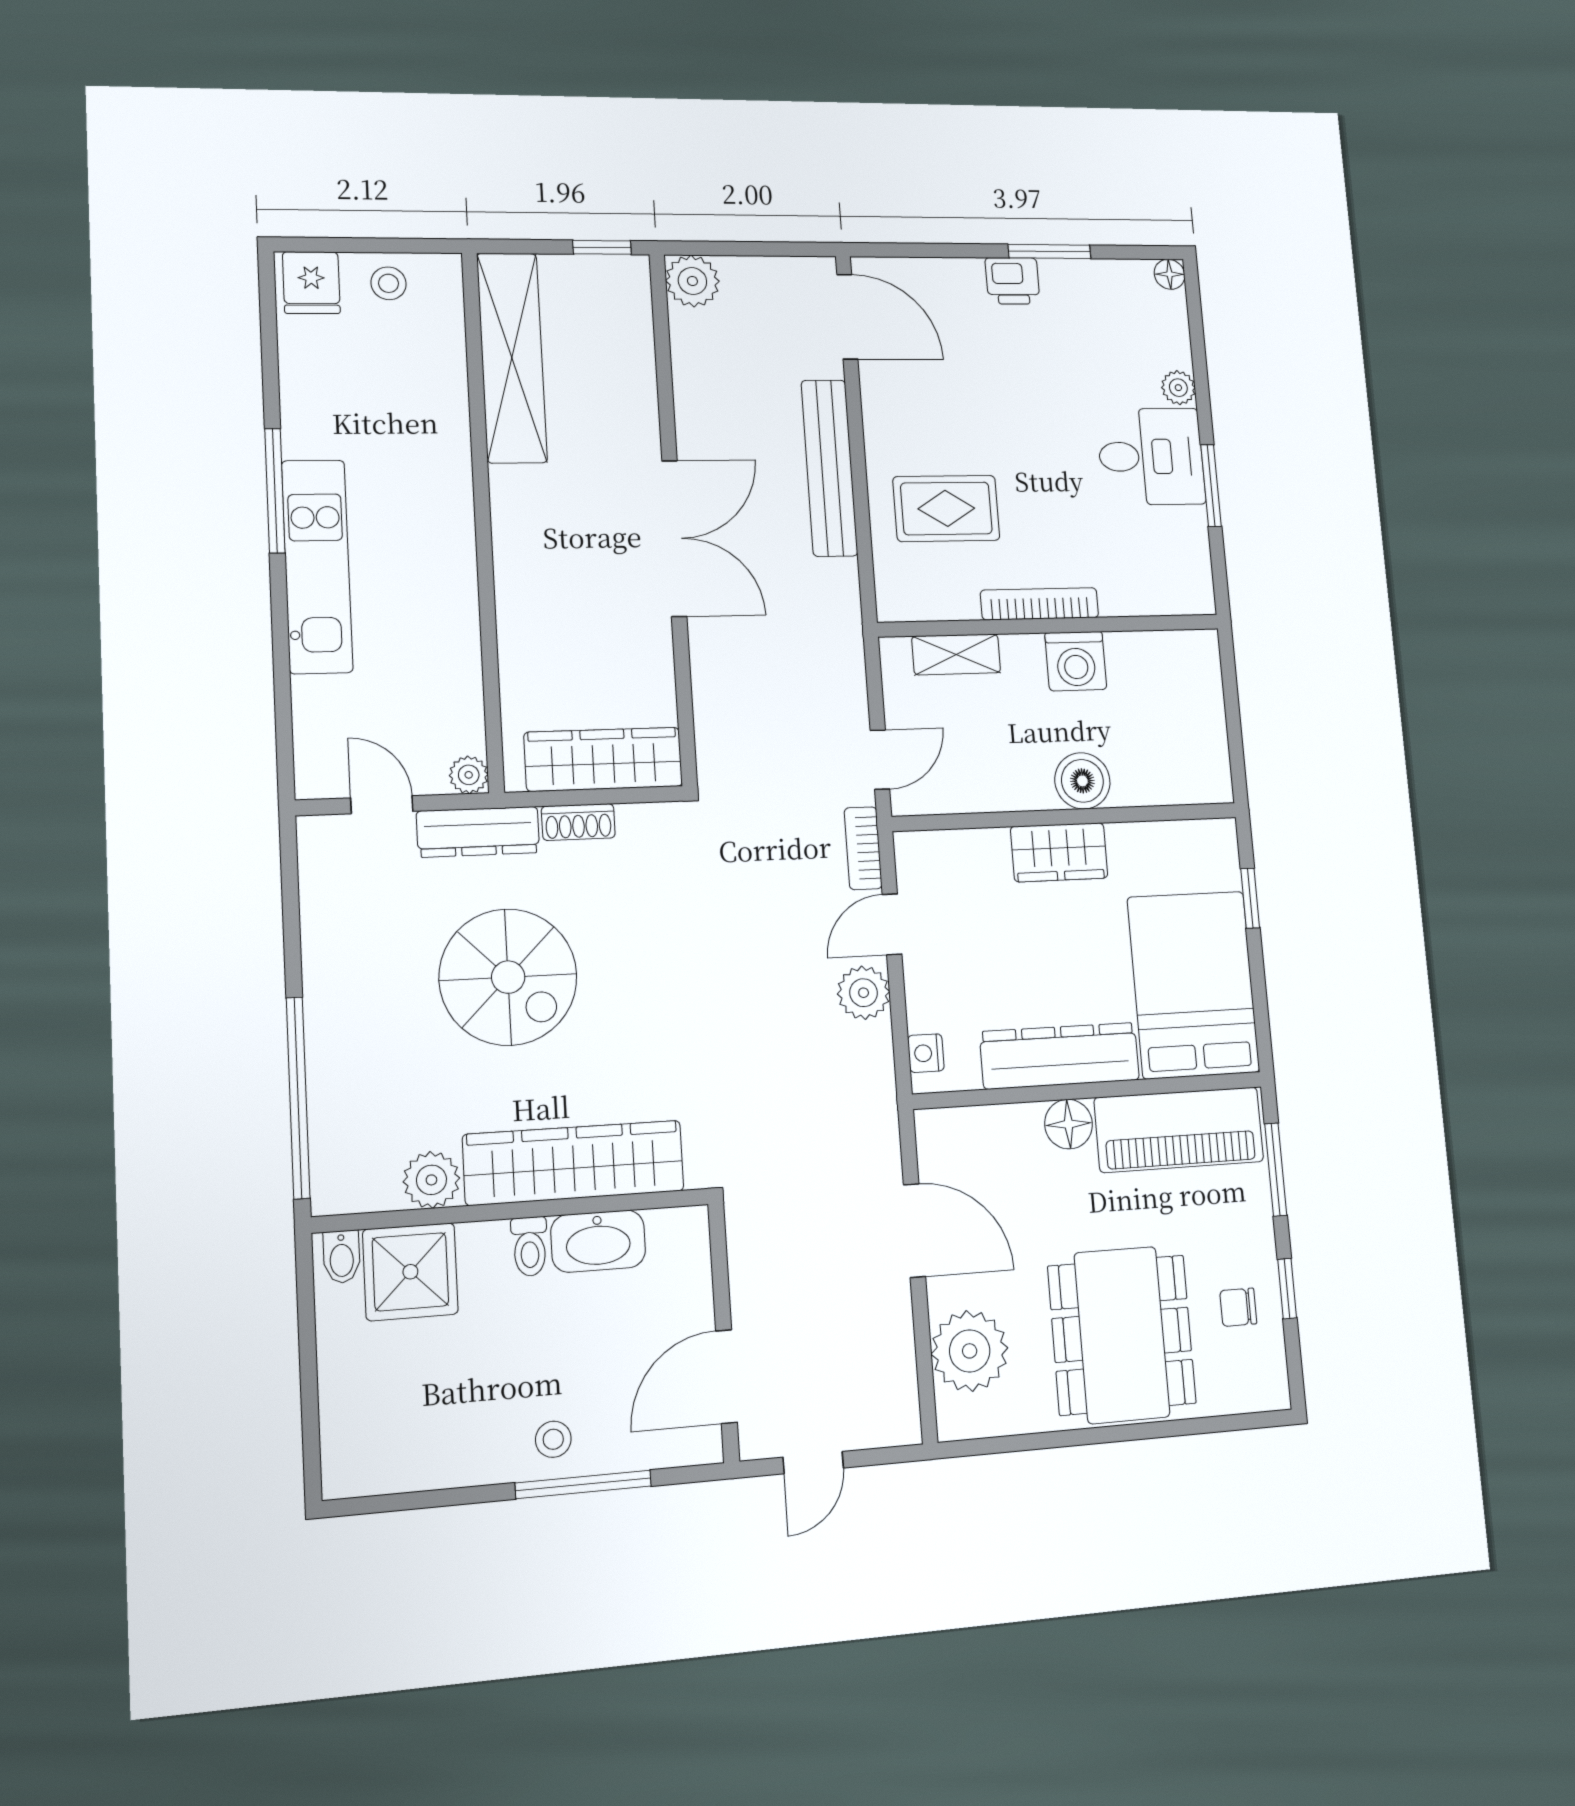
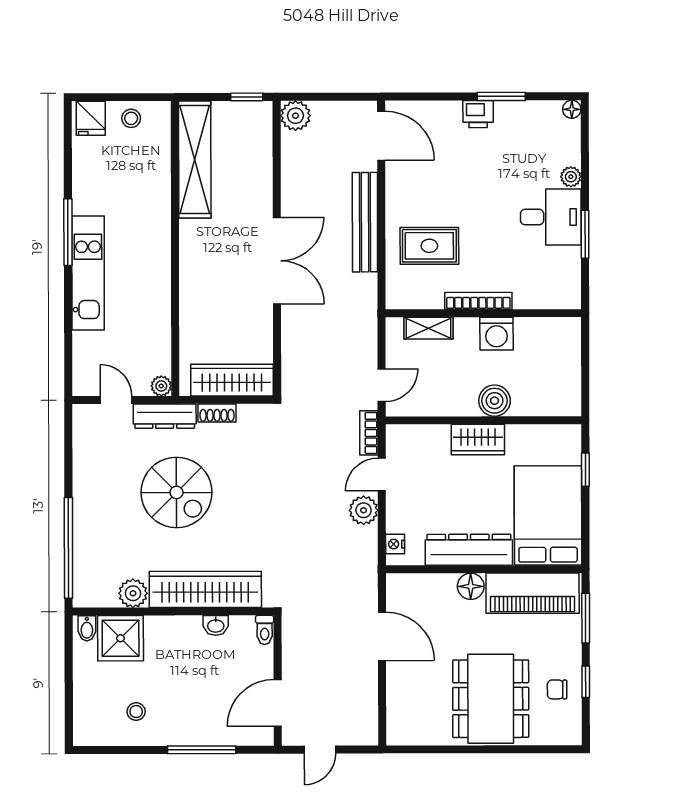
washbasin: (598, 1241) -> (216, 625), width x0.52, depth x0.69
toilet: (530, 1246) -> (265, 630), moved
plant: (970, 1351) -> (407, 700), removed
stool: (553, 1439) -> (136, 712), moved

